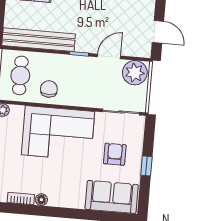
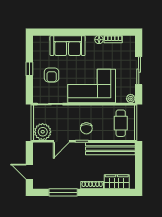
door: (158, 32) -> (29, 172), moved
chair: (49, 89) -> (86, 128), moved
sofa: (112, 197) -> (68, 46), moved

